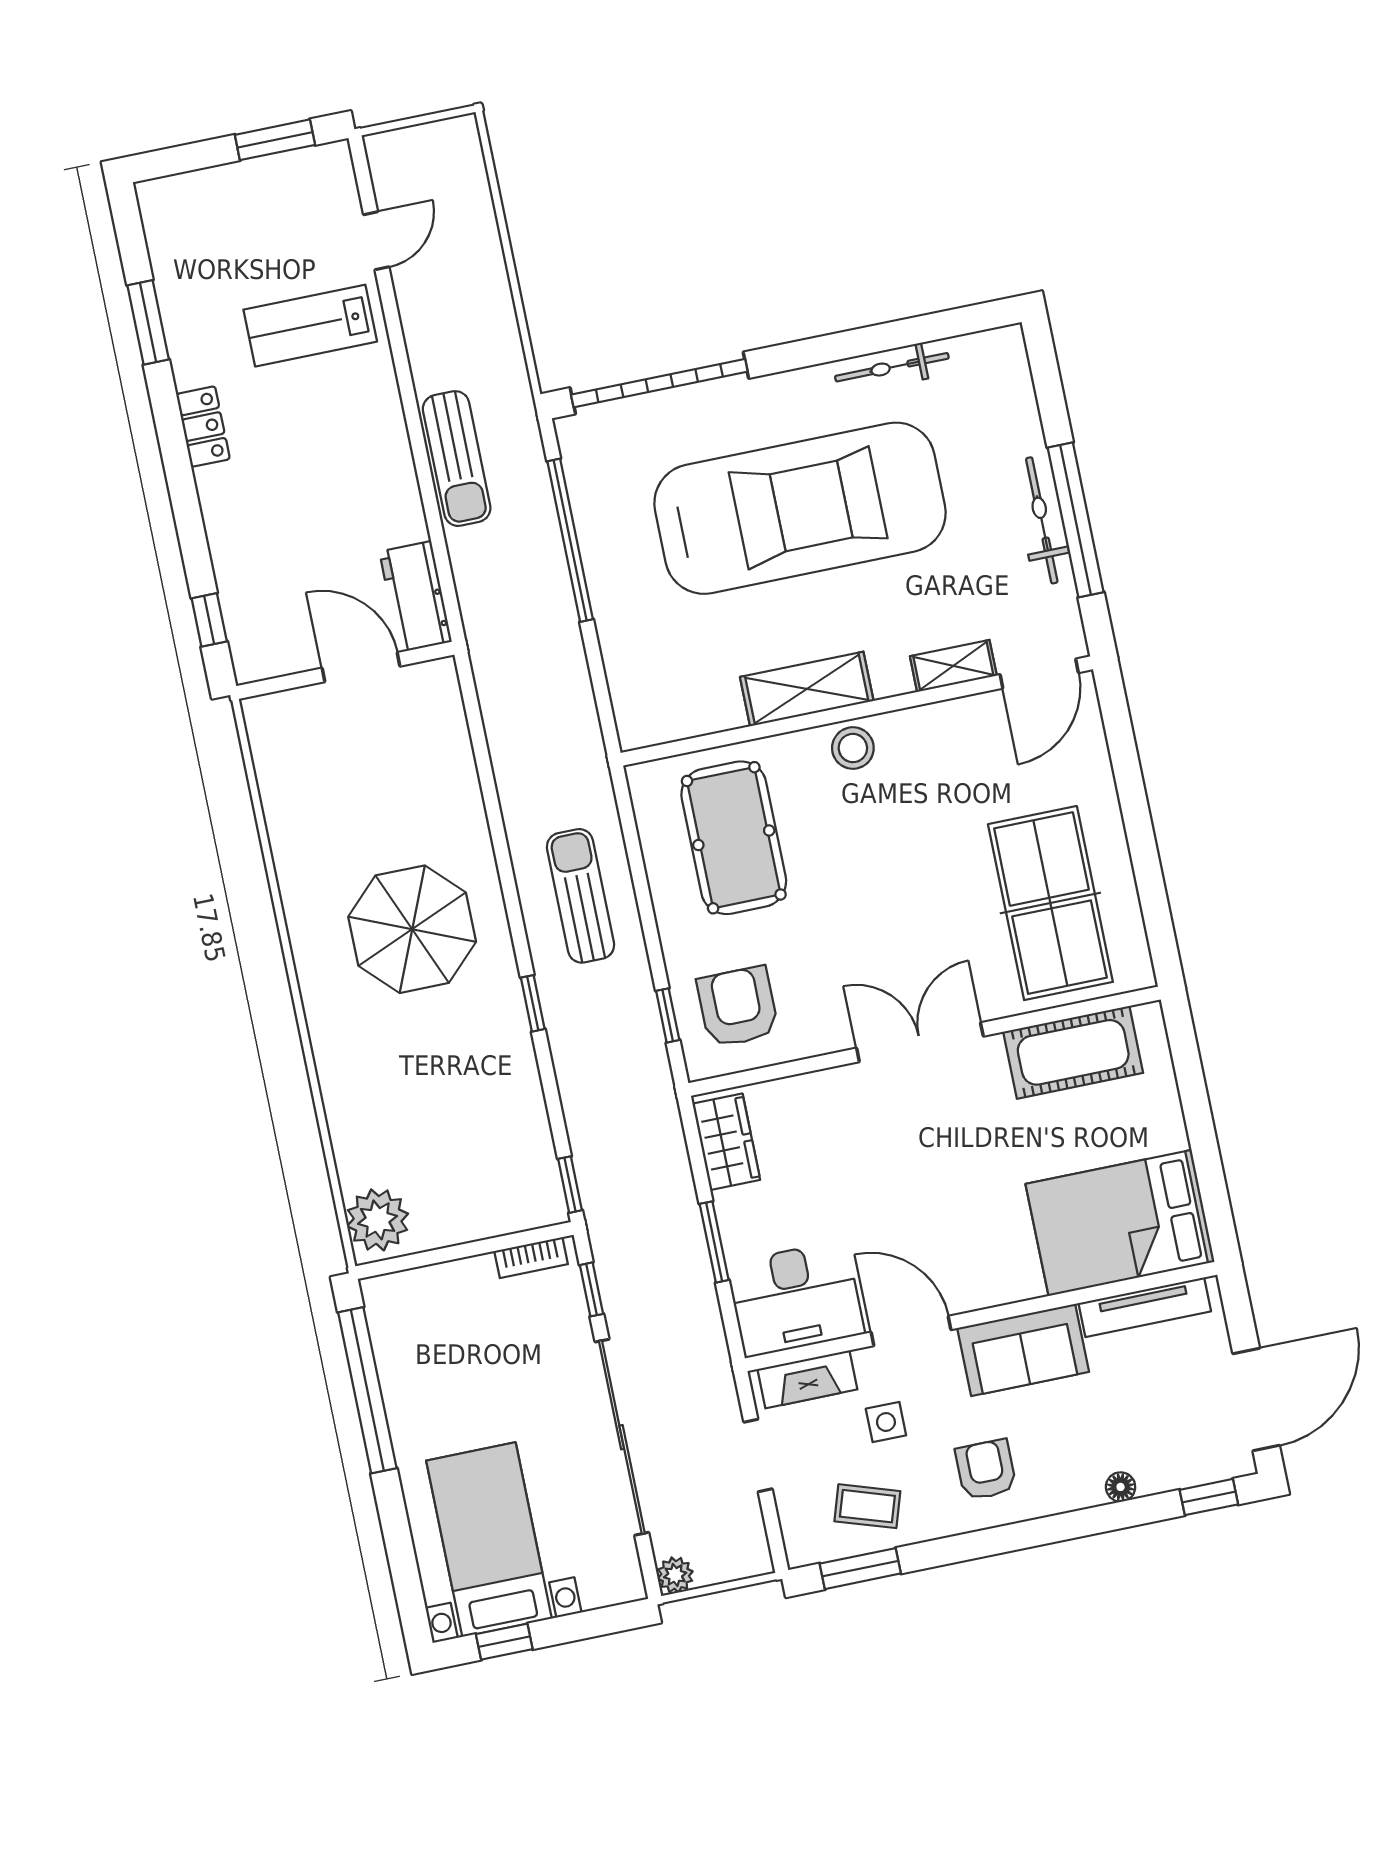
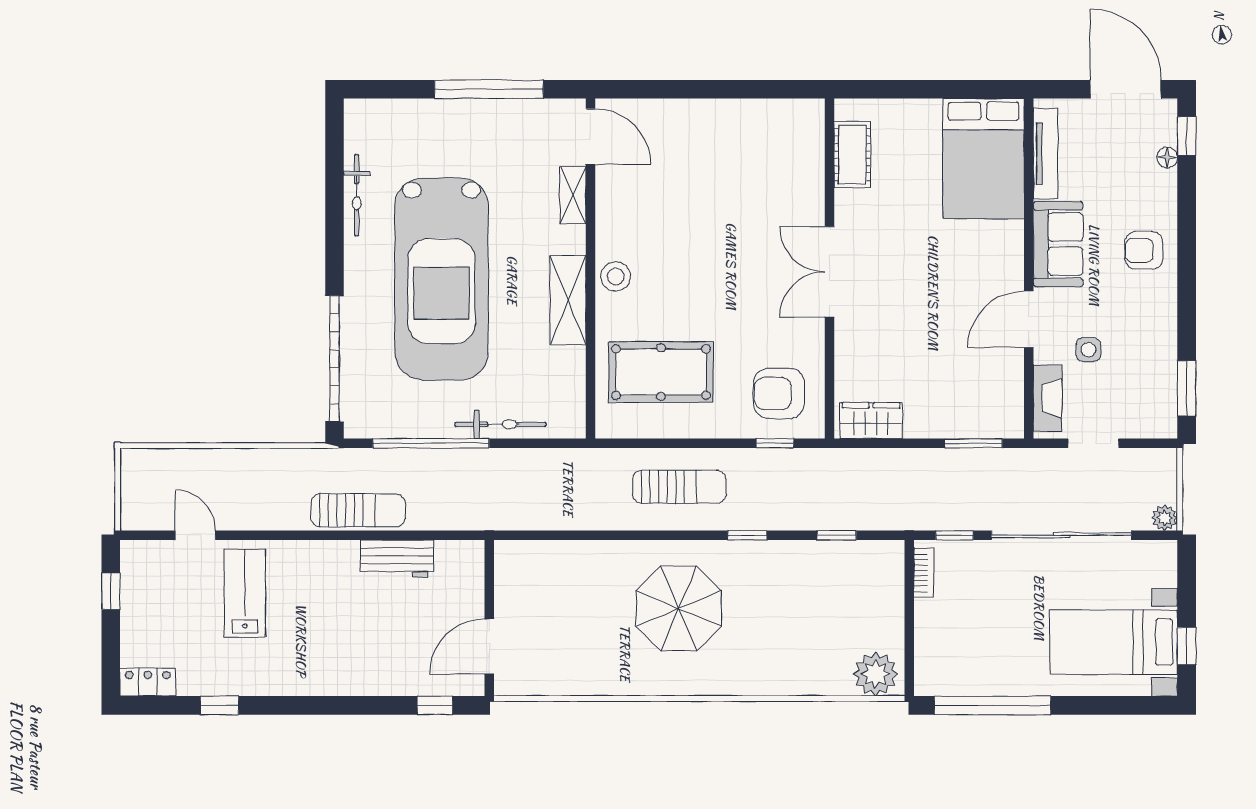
window: (275, 140) -> (111, 591), width x0.67
window: (148, 322) -> (219, 705), width x0.67
lab bench: (310, 326) -> (245, 593), turned 180
locker: (203, 427) -> (148, 682), moved
car: (800, 508) -> (442, 279), turned 180
bicycle: (1042, 520) -> (501, 424), moved, turned 180
workbench: (416, 597) -> (397, 559), moved
door: (361, 667) -> (489, 647), moved
sun lounger: (581, 896) -> (679, 487), turned 180
table tennis table: (1050, 903) -> (751, 161), removed
cot: (1073, 1052) -> (852, 155), width x0.73, depth x0.75
window: (570, 1185) -> (837, 535), moved
window: (714, 1242) -> (974, 443), moved
desk: (795, 1299) -> (990, 395), removed
armchair: (986, 1470) -> (1144, 250), moved
floor lamp: (1121, 1487) -> (1167, 158), moved
coffee table: (867, 1506) -> (1144, 375), removed

